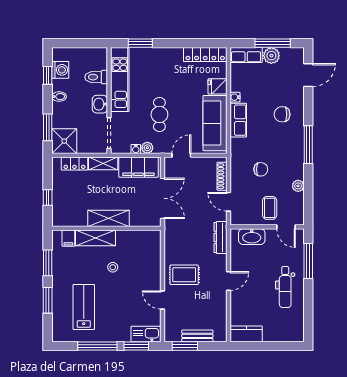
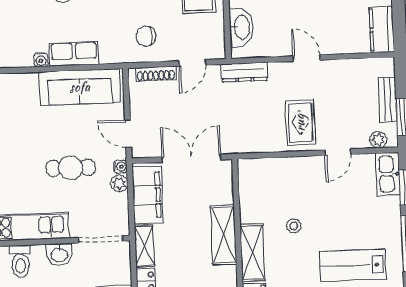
fridge: (218, 86) -> (27, 86), removed
water cooler: (136, 149) -> (120, 167), moved
chair: (261, 169) -> (146, 36), moved, turned -90
plant: (170, 328) -> (378, 140), added

